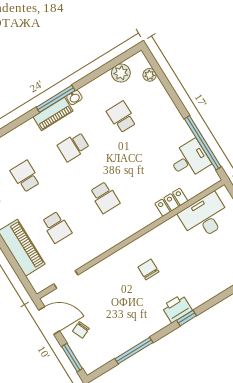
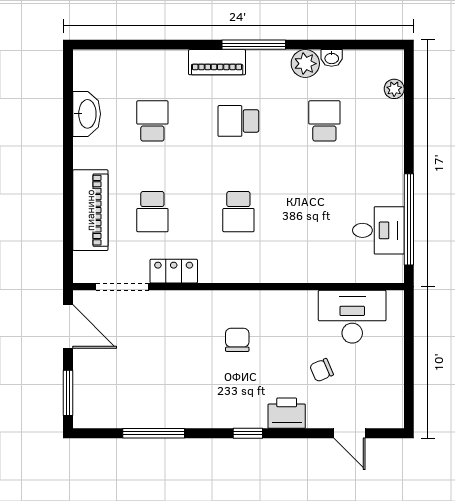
plant: (121, 73) -> (305, 64), moved
washbasin: (74, 97) -> (332, 58), moved
piano: (53, 114) -> (217, 62), moved
locker: (171, 202) -> (174, 271), moved
doorway: (66, 279) -> (122, 287), width x1.38
printer: (177, 308) -> (287, 413), moved
chair: (81, 330) -> (321, 370), moved

